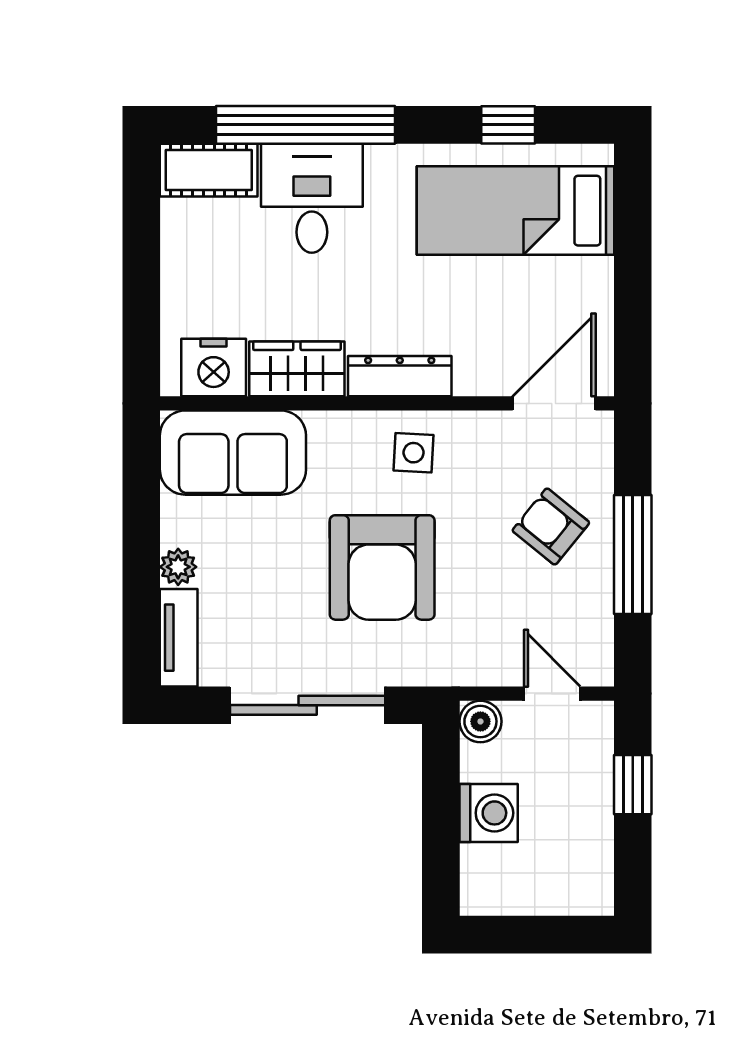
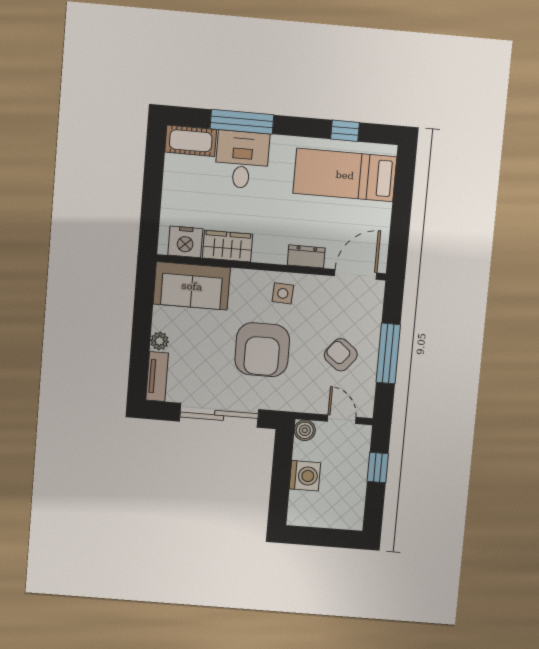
window: (305, 125) -> (242, 122), width x0.68
dresser: (400, 376) -> (306, 256), moved, width x0.70
armchair: (551, 527) -> (341, 355), moved

